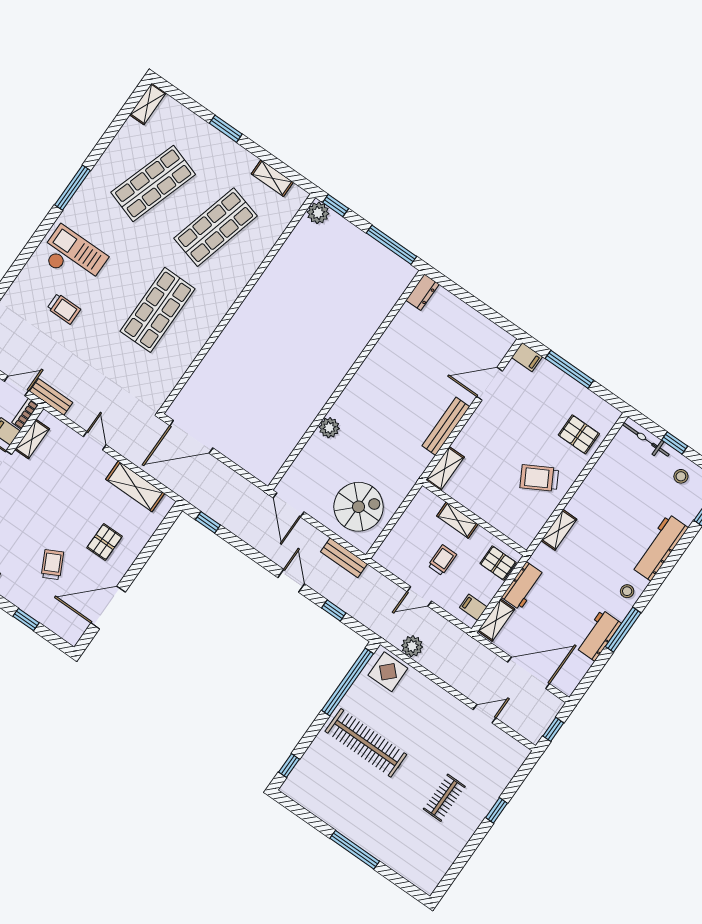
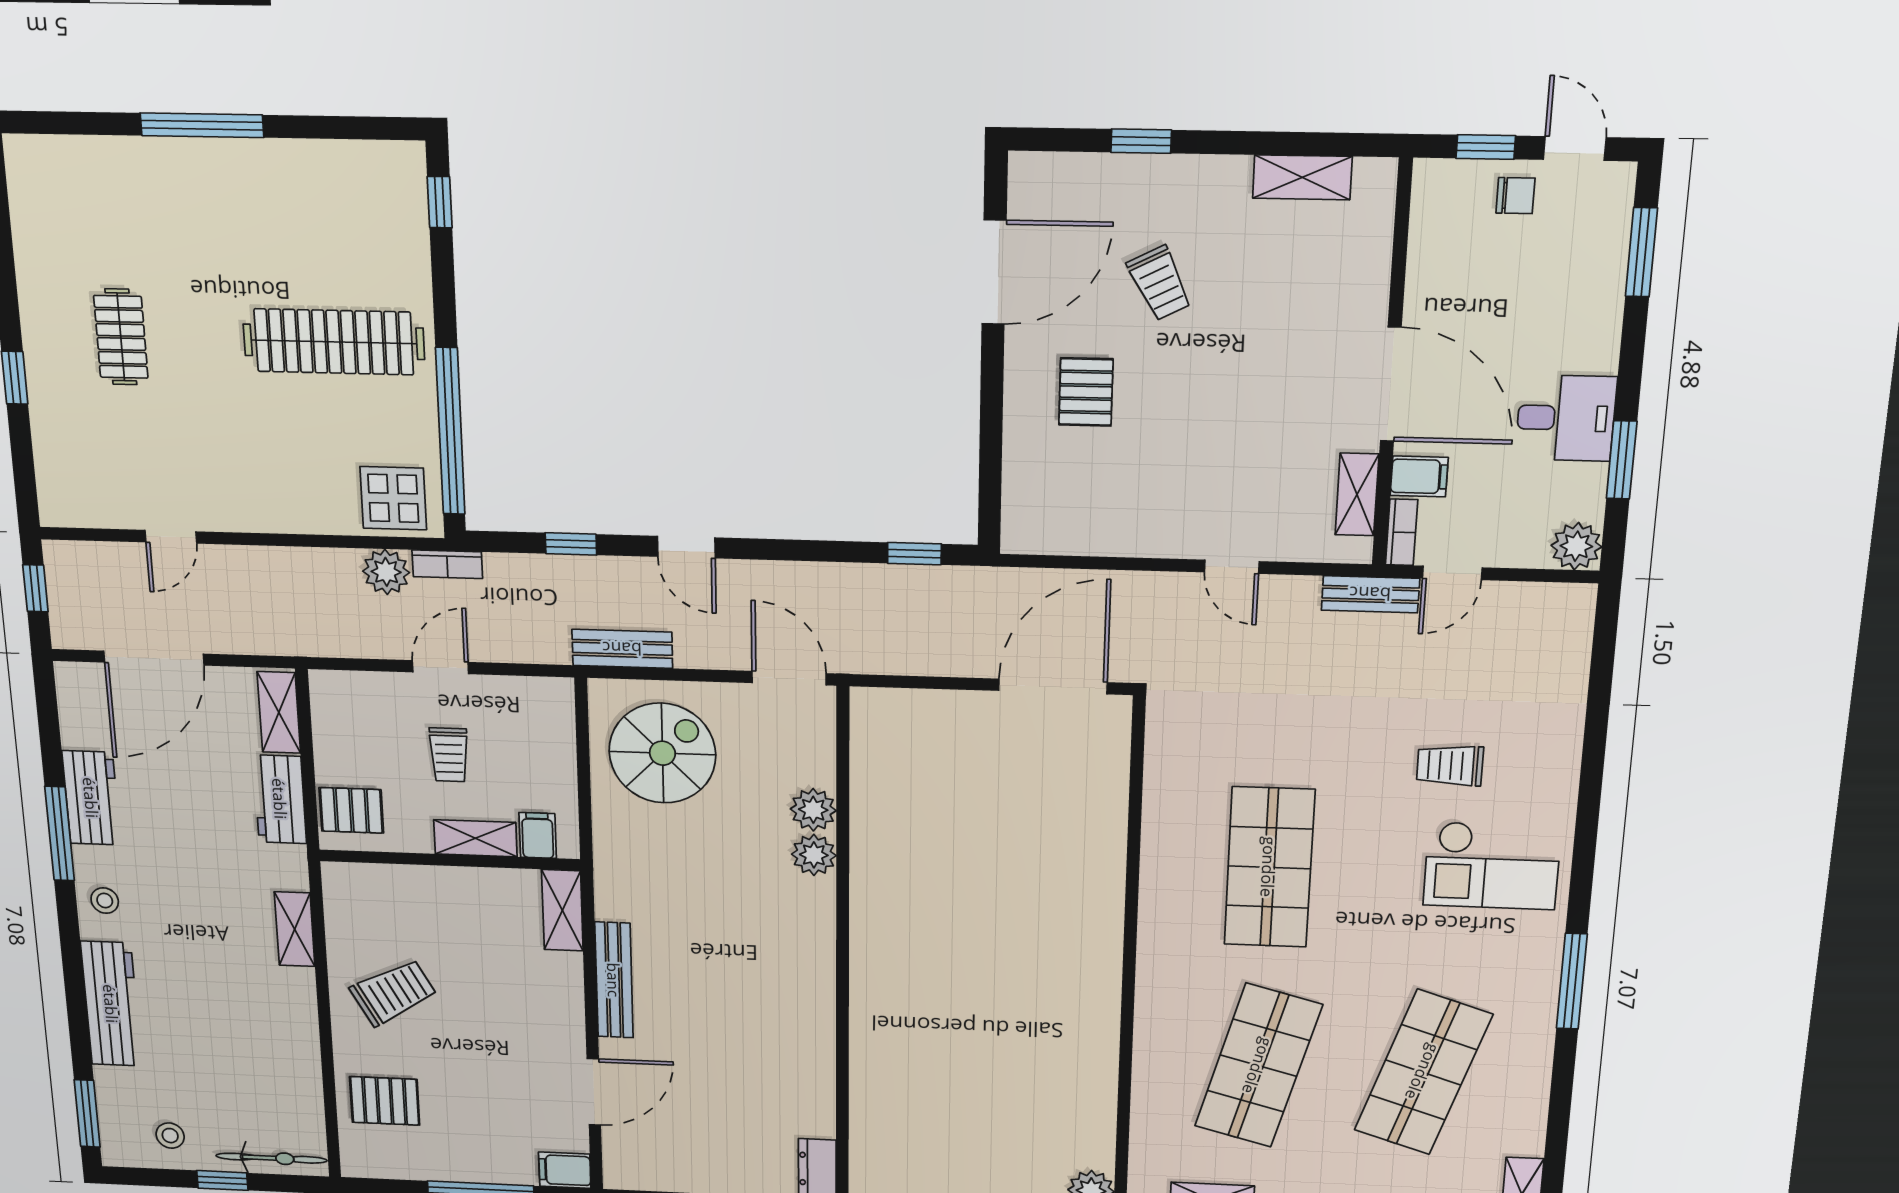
plant: (316, 446) -> (813, 810), added
shelving: (135, 486) -> (1097, 532), removed
spiral stairs: (359, 507) -> (662, 753), turned 180
filing cabinet: (473, 607) -> (538, 835), moved, turned -90
bookcase: (386, 634) -> (447, 564), added

